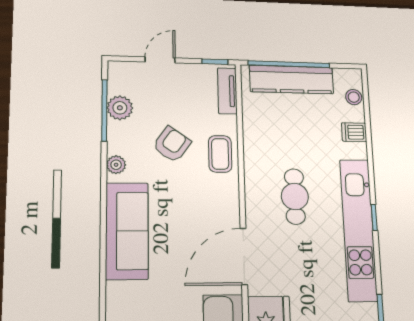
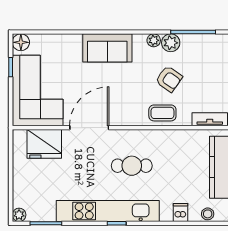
plant: (120, 108) -> (171, 43), moved
sofa: (127, 231) -> (107, 48), width x0.73
door: (244, 256) -> (89, 128), hinge flipped

